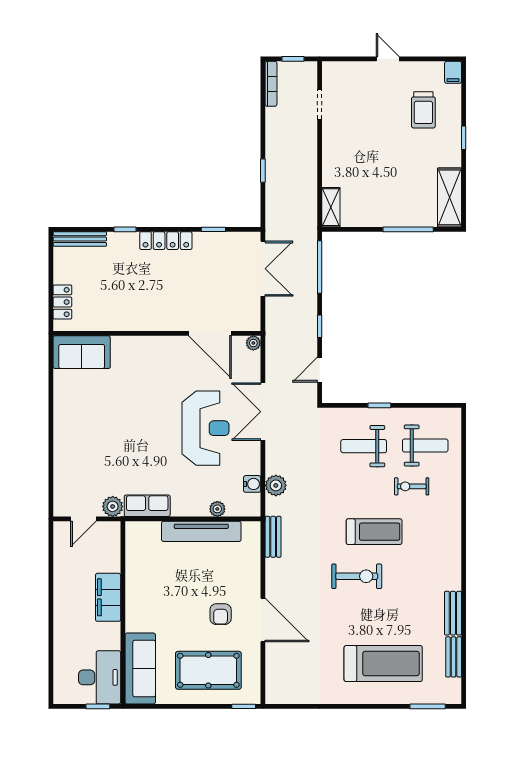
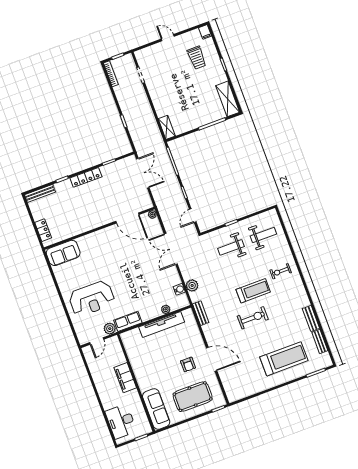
reception desk: (206, 428) -> (92, 299), moved, turned 90
exercise bike: (412, 486) -> (281, 271), moved
desk: (100, 677) -> (121, 421), moved, turned 180

